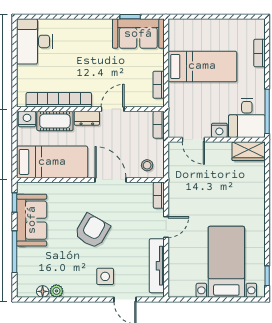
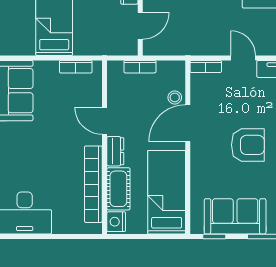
bookcase: (159, 125) -> (140, 67), moved
stool: (147, 165) -> (175, 97), moved
armchair: (92, 231) -> (248, 145), turned 150

